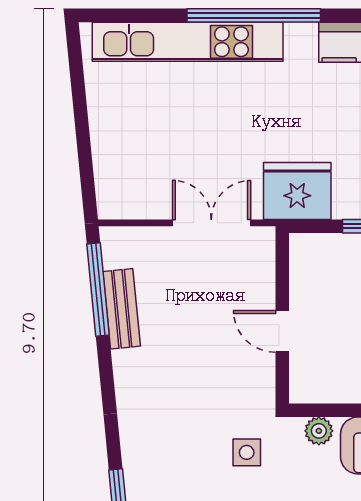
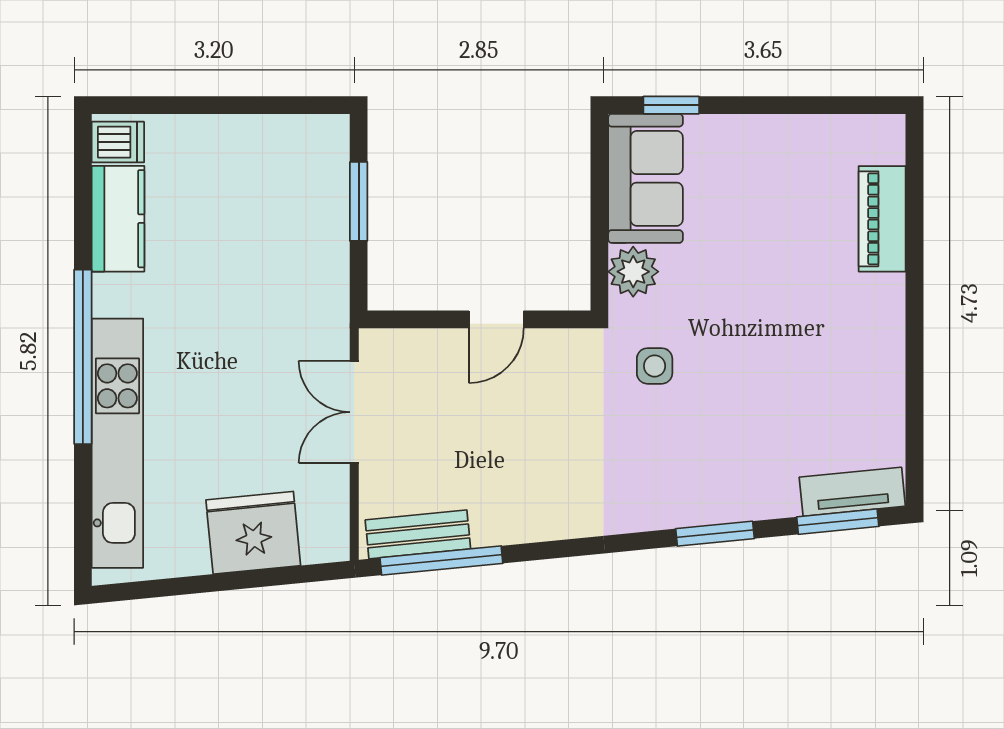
fridge: (297, 191) -> (253, 533), moved, turned 84
bench: (122, 309) -> (418, 534), moved
plant: (319, 431) -> (633, 272), width x1.38, depth x1.38

